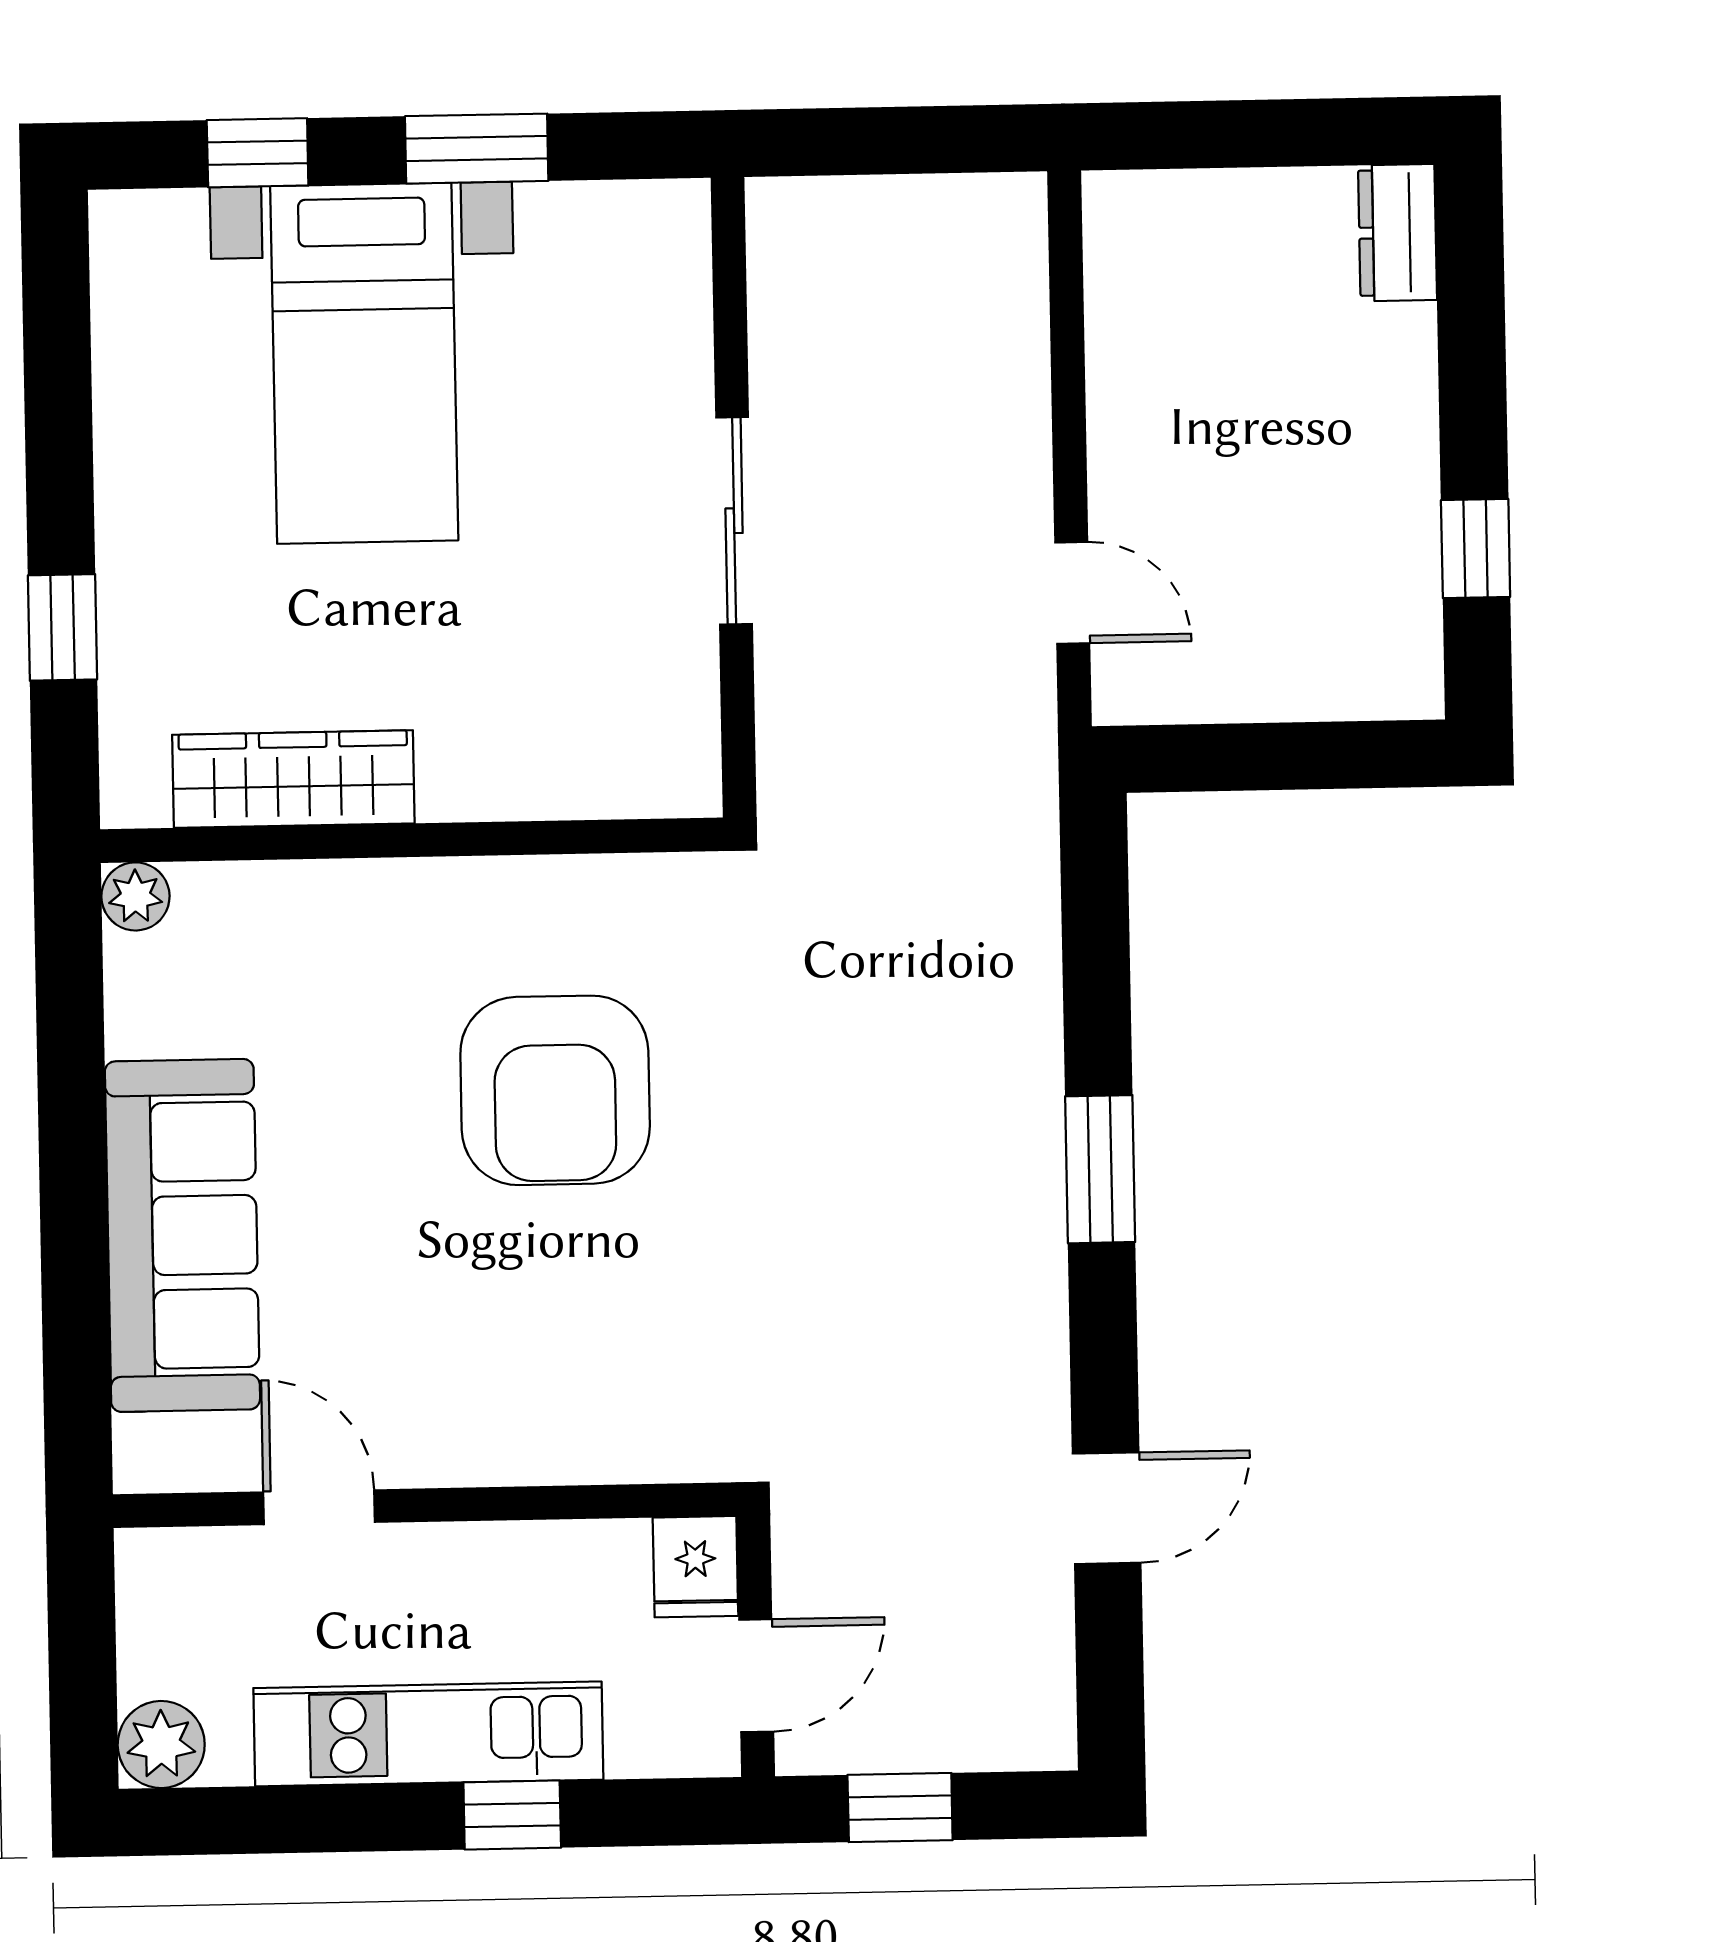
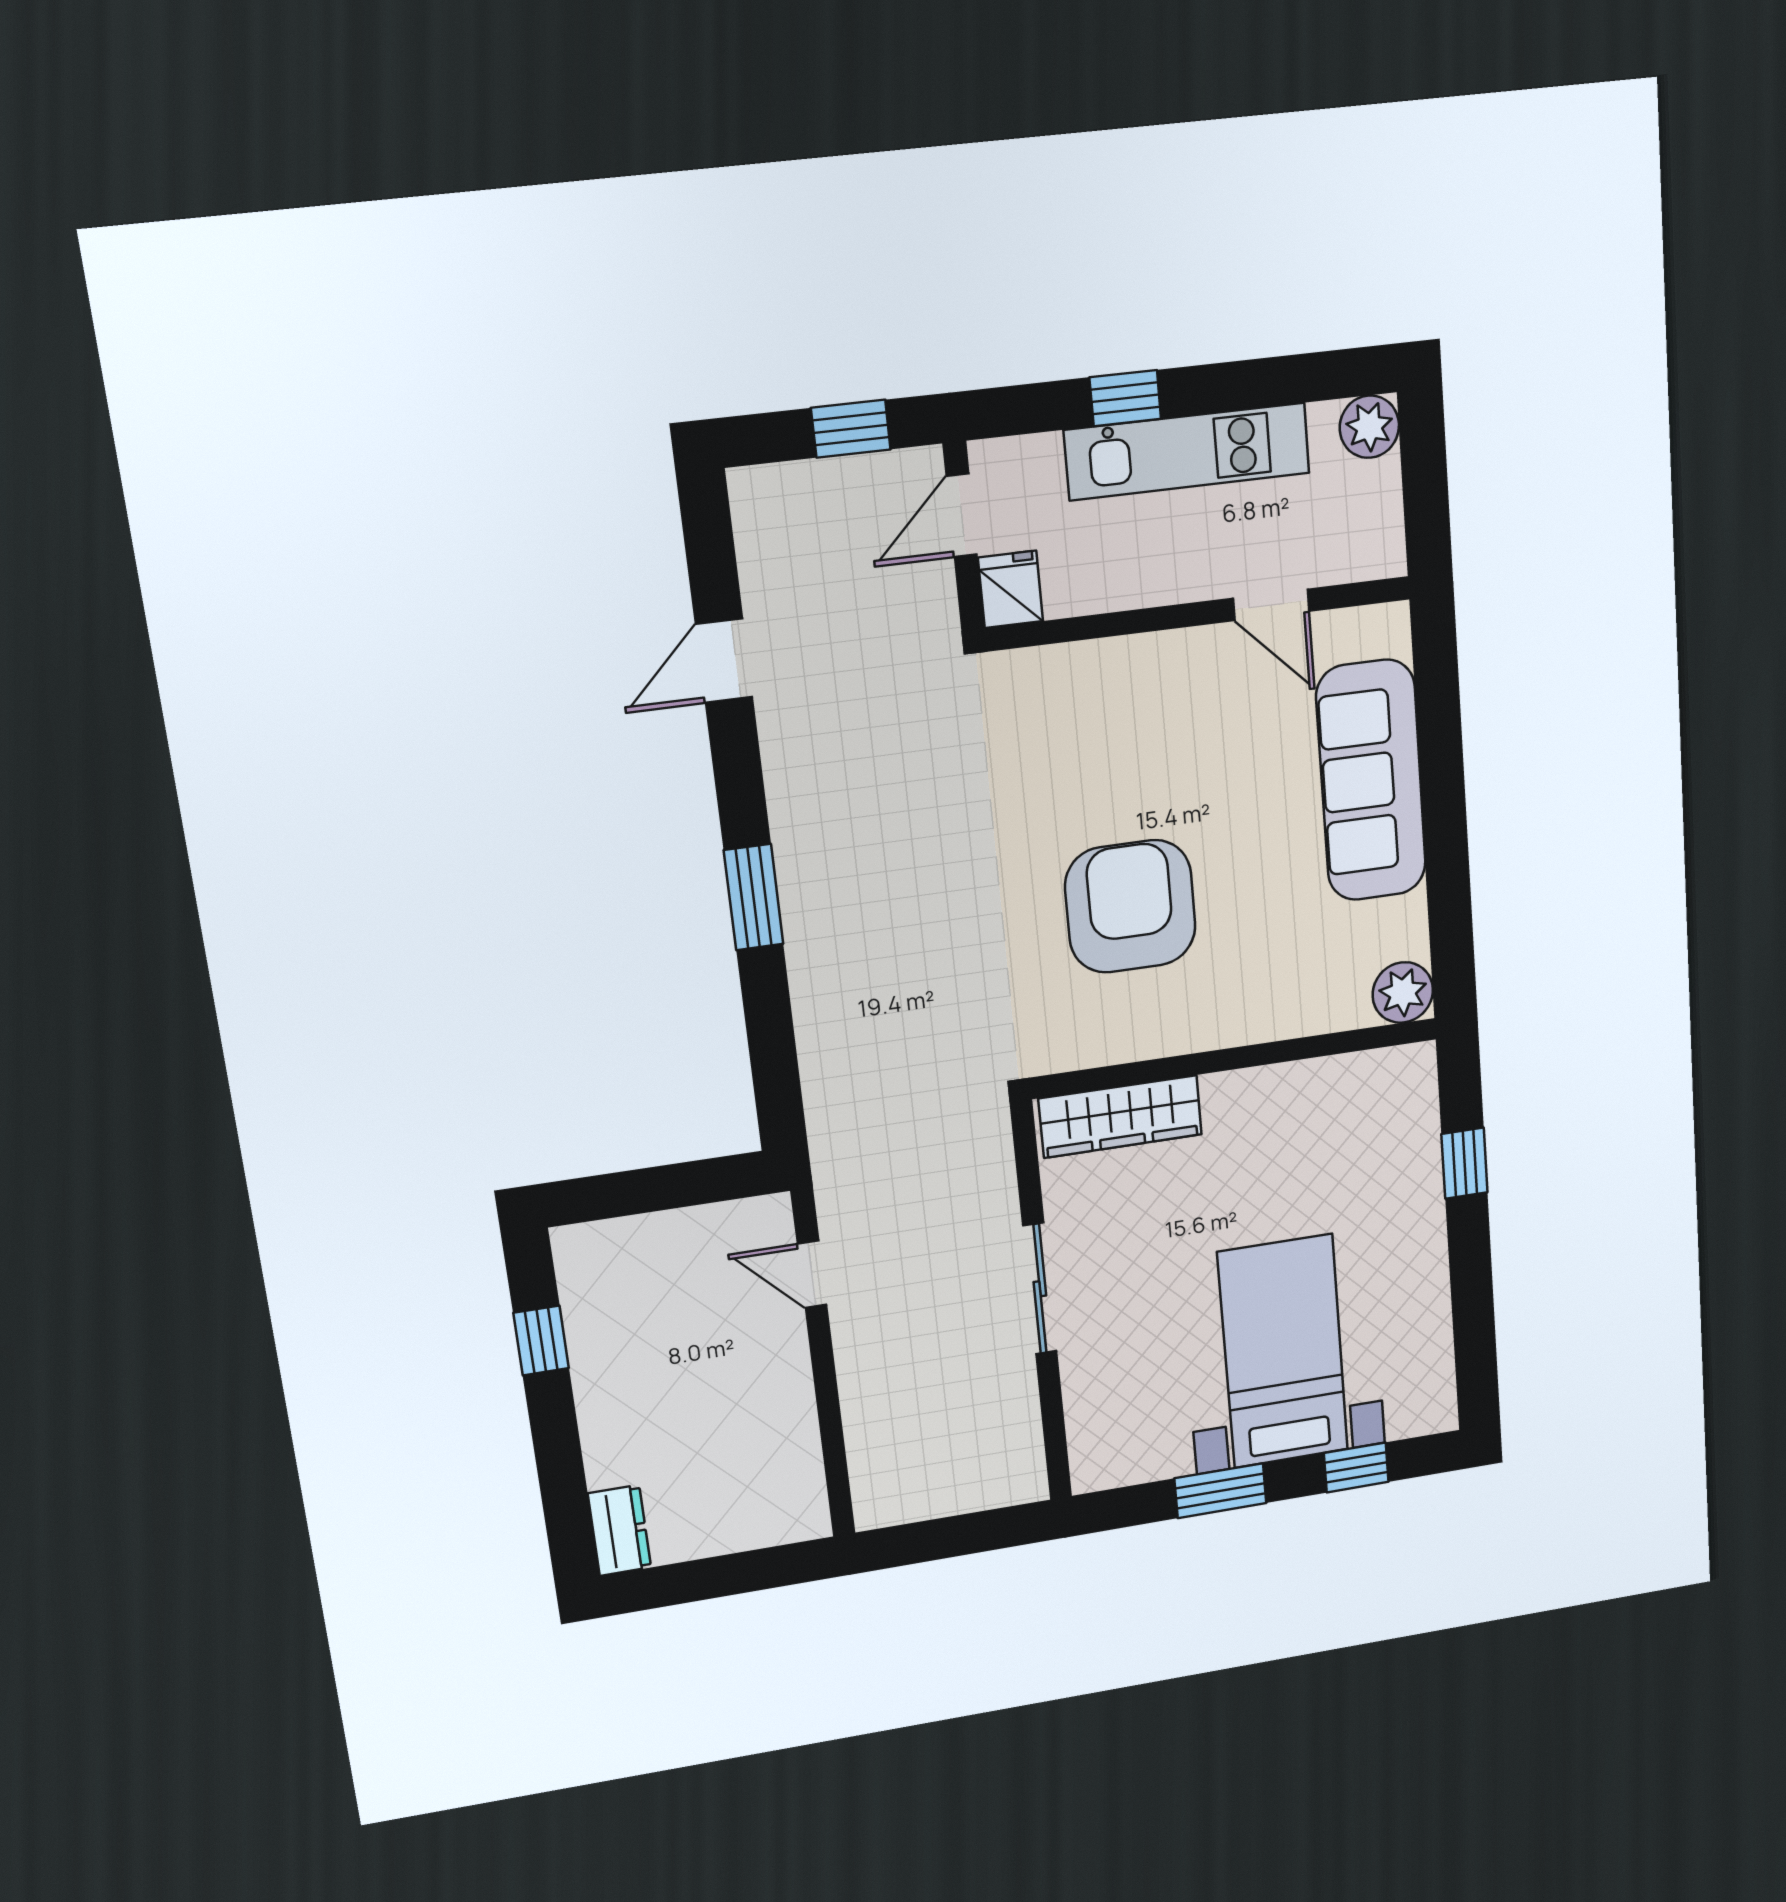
wardrobe: (293, 779) -> (1120, 1117), moved
plant: (135, 896) -> (1403, 992), width x1.38, depth x1.38

